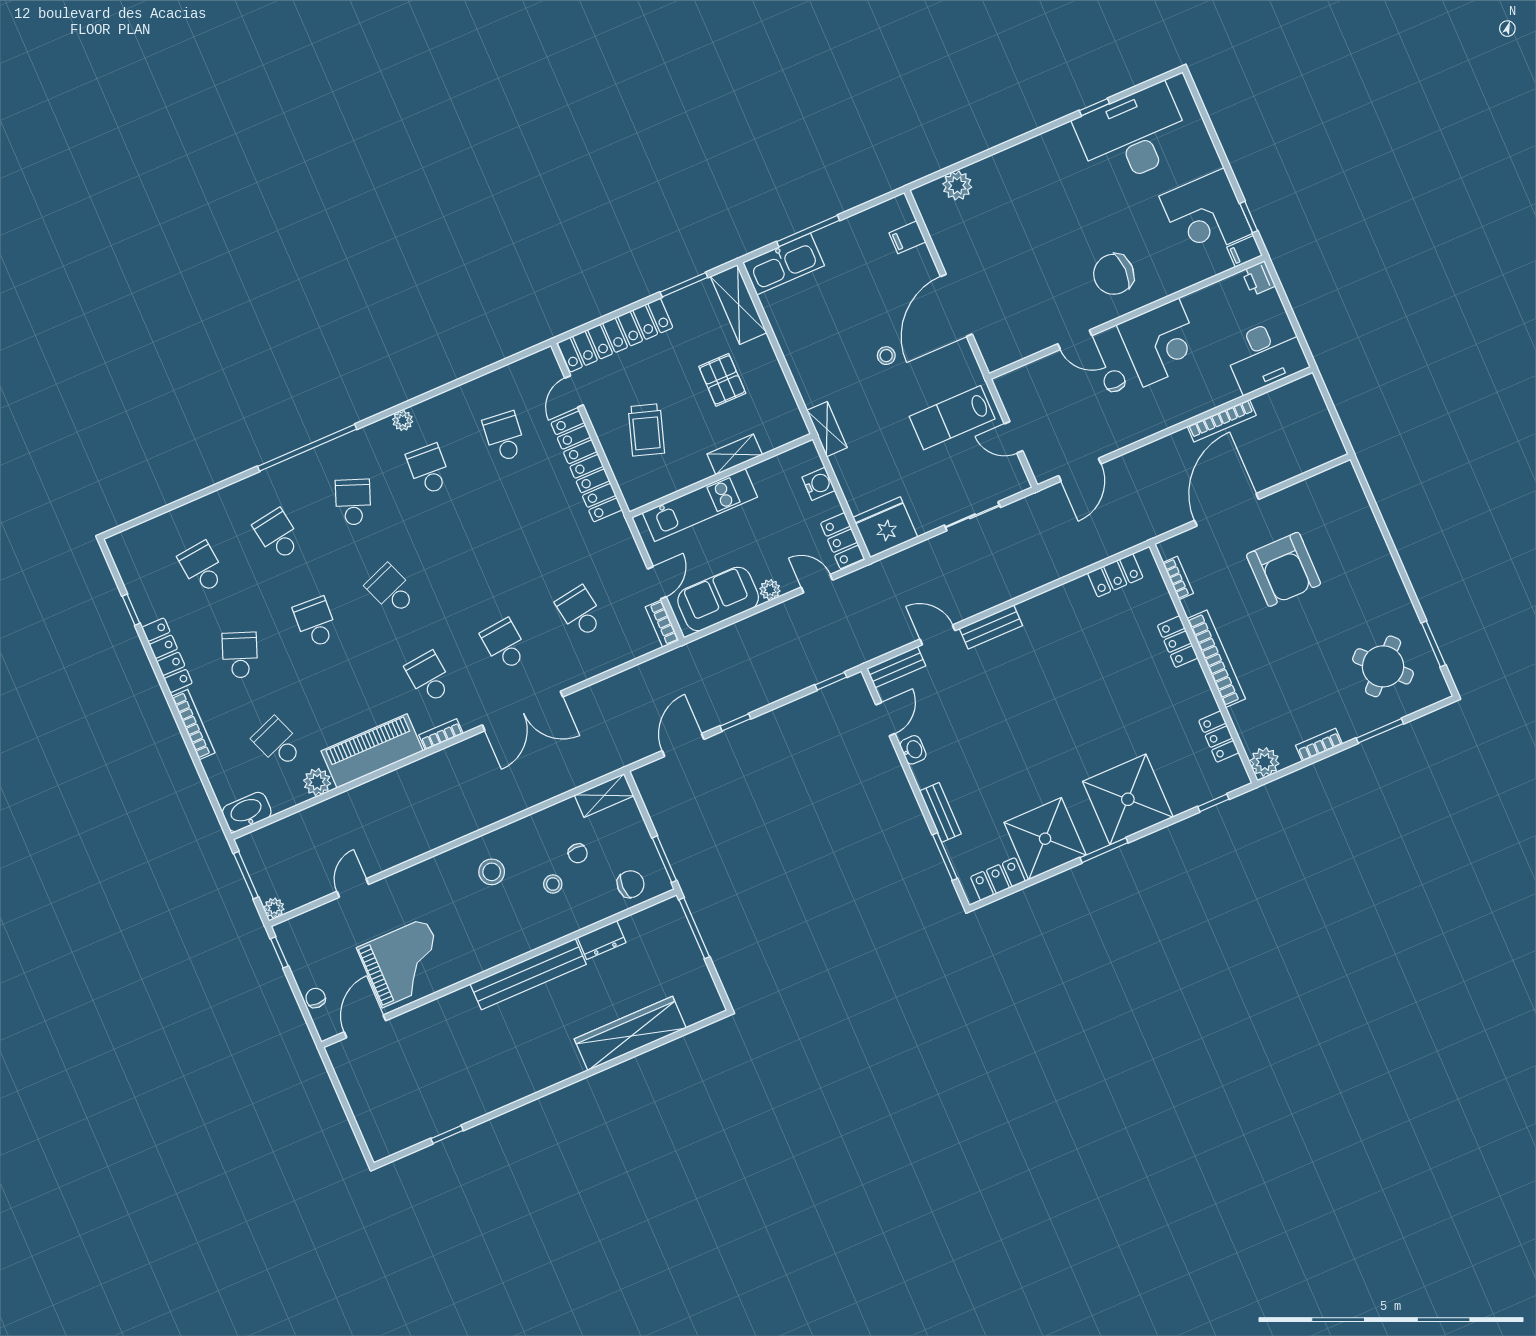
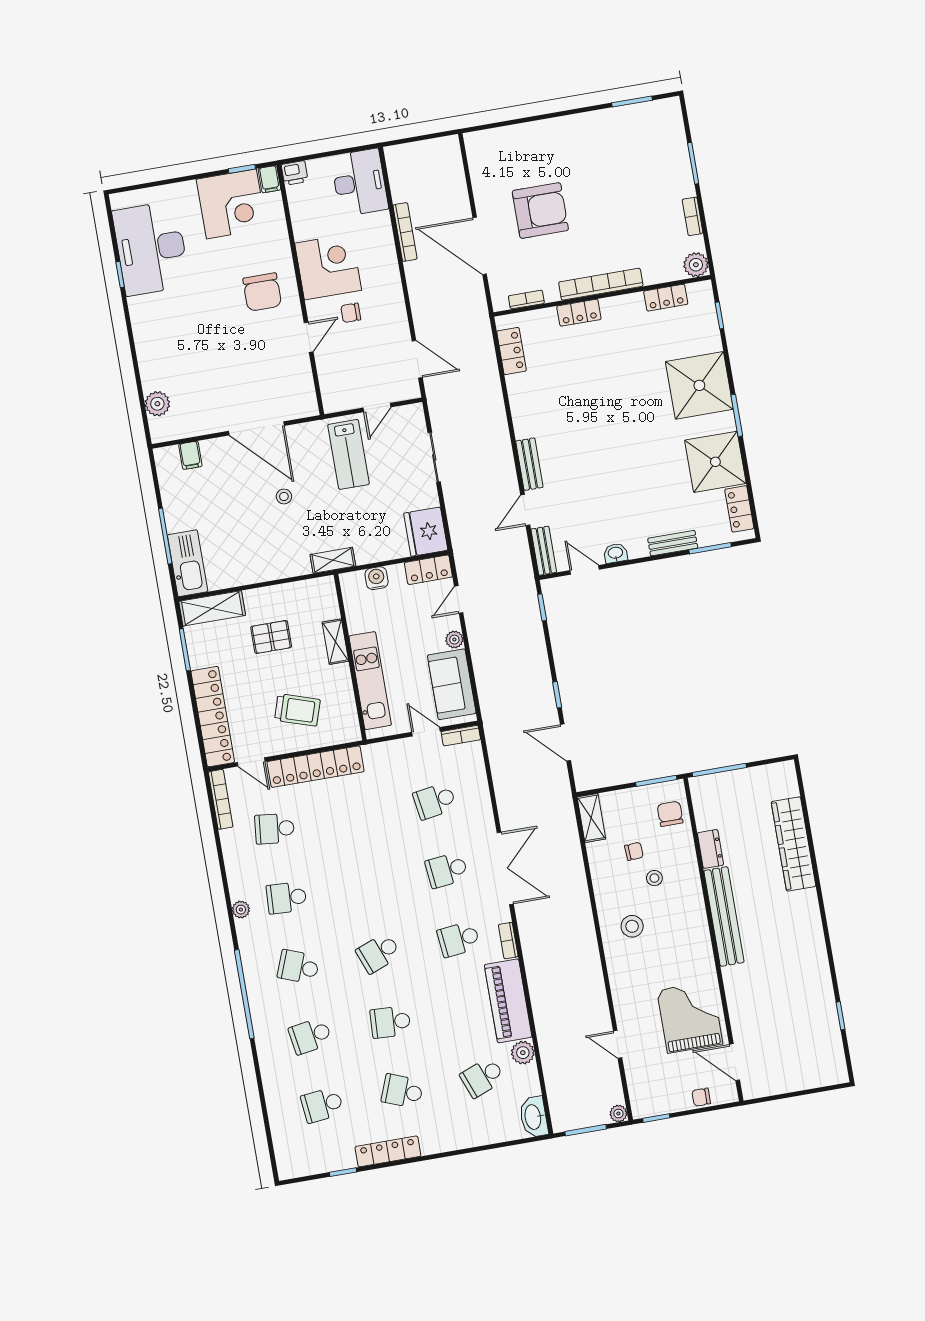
round table: (1383, 666) -> (640, 148), removed
bookcase: (193, 725) -> (221, 799), moved, turned 90

